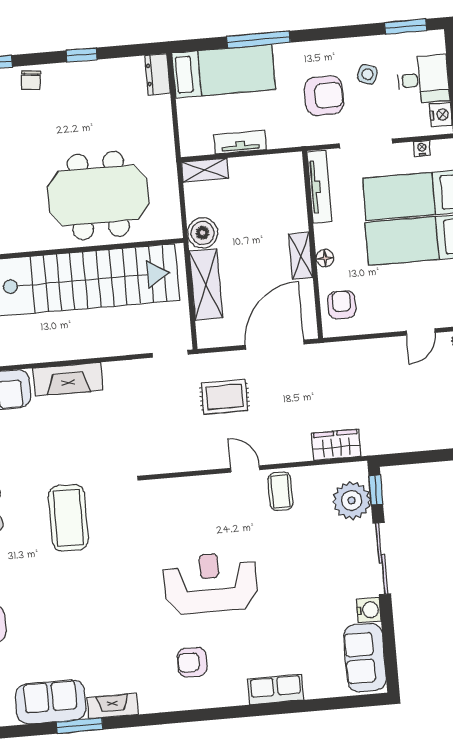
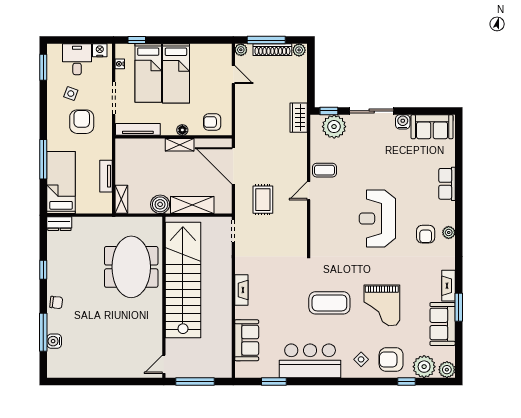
fireplace: (68, 379) -> (241, 290), width x0.73, depth x0.76
wardrobe: (336, 445) -> (299, 118), moved
grand piano: (72, 602) -> (382, 305), added
plant: (198, 699) -> (449, 232), added

